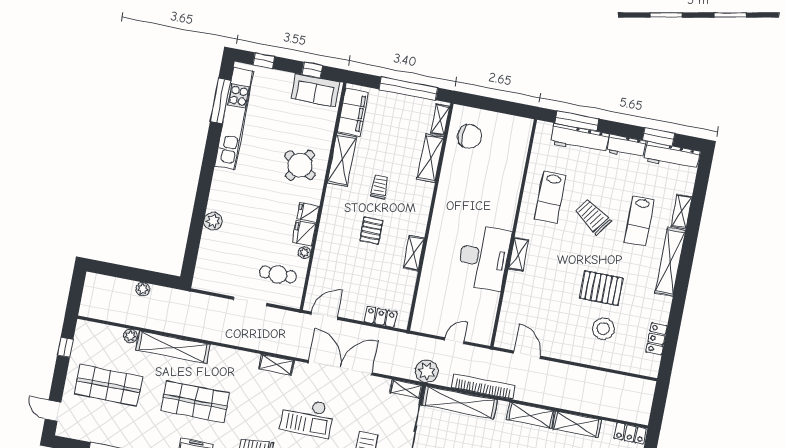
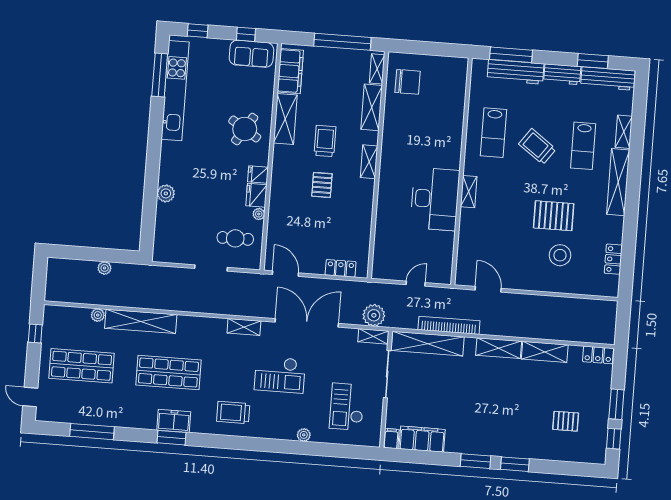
trolley: (380, 187) -> (325, 141), width x1.36, depth x1.39
shelving: (414, 253) -> (369, 162), moved
door: (324, 316) -> (285, 274), hinge flipped
plant: (427, 371) -> (374, 315), moved

